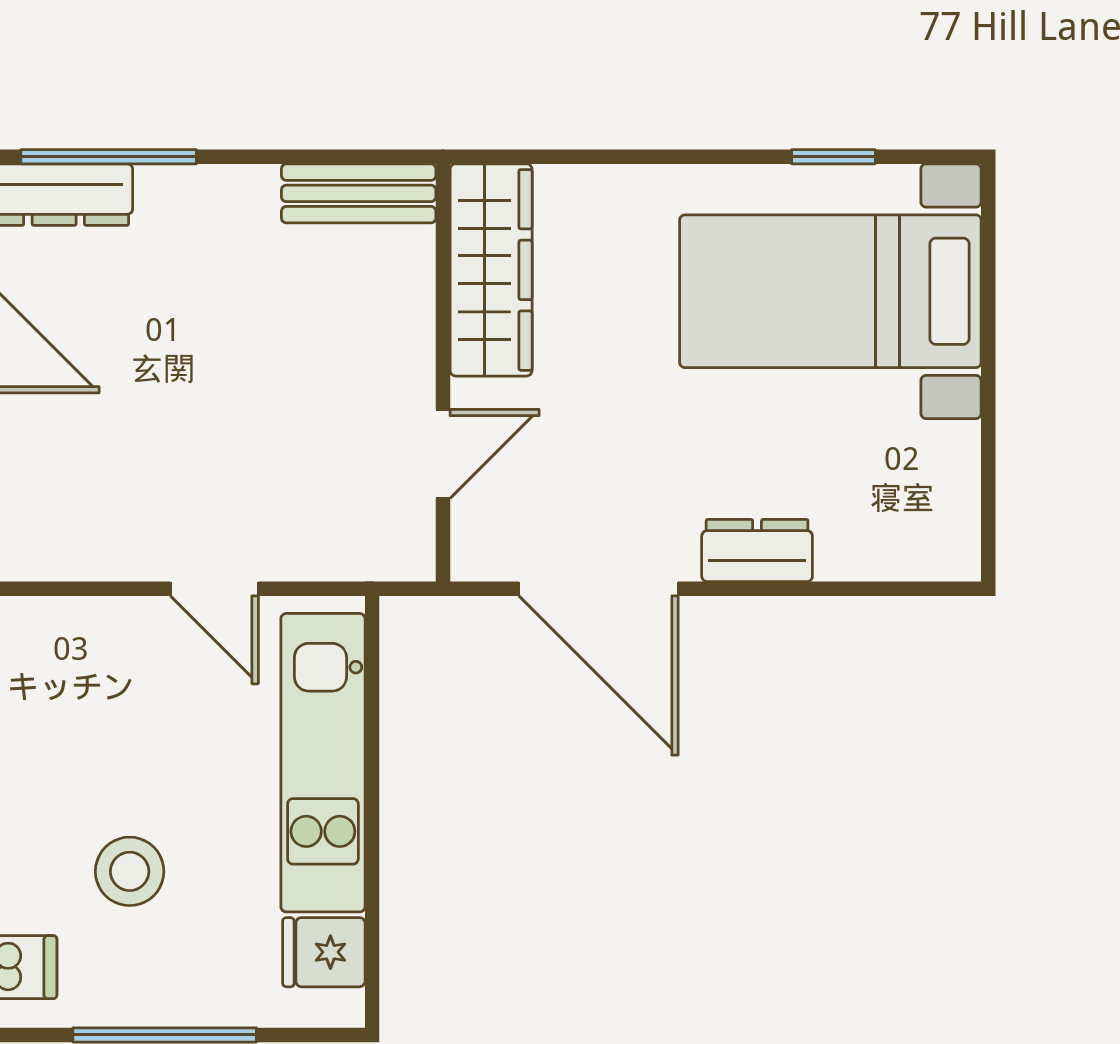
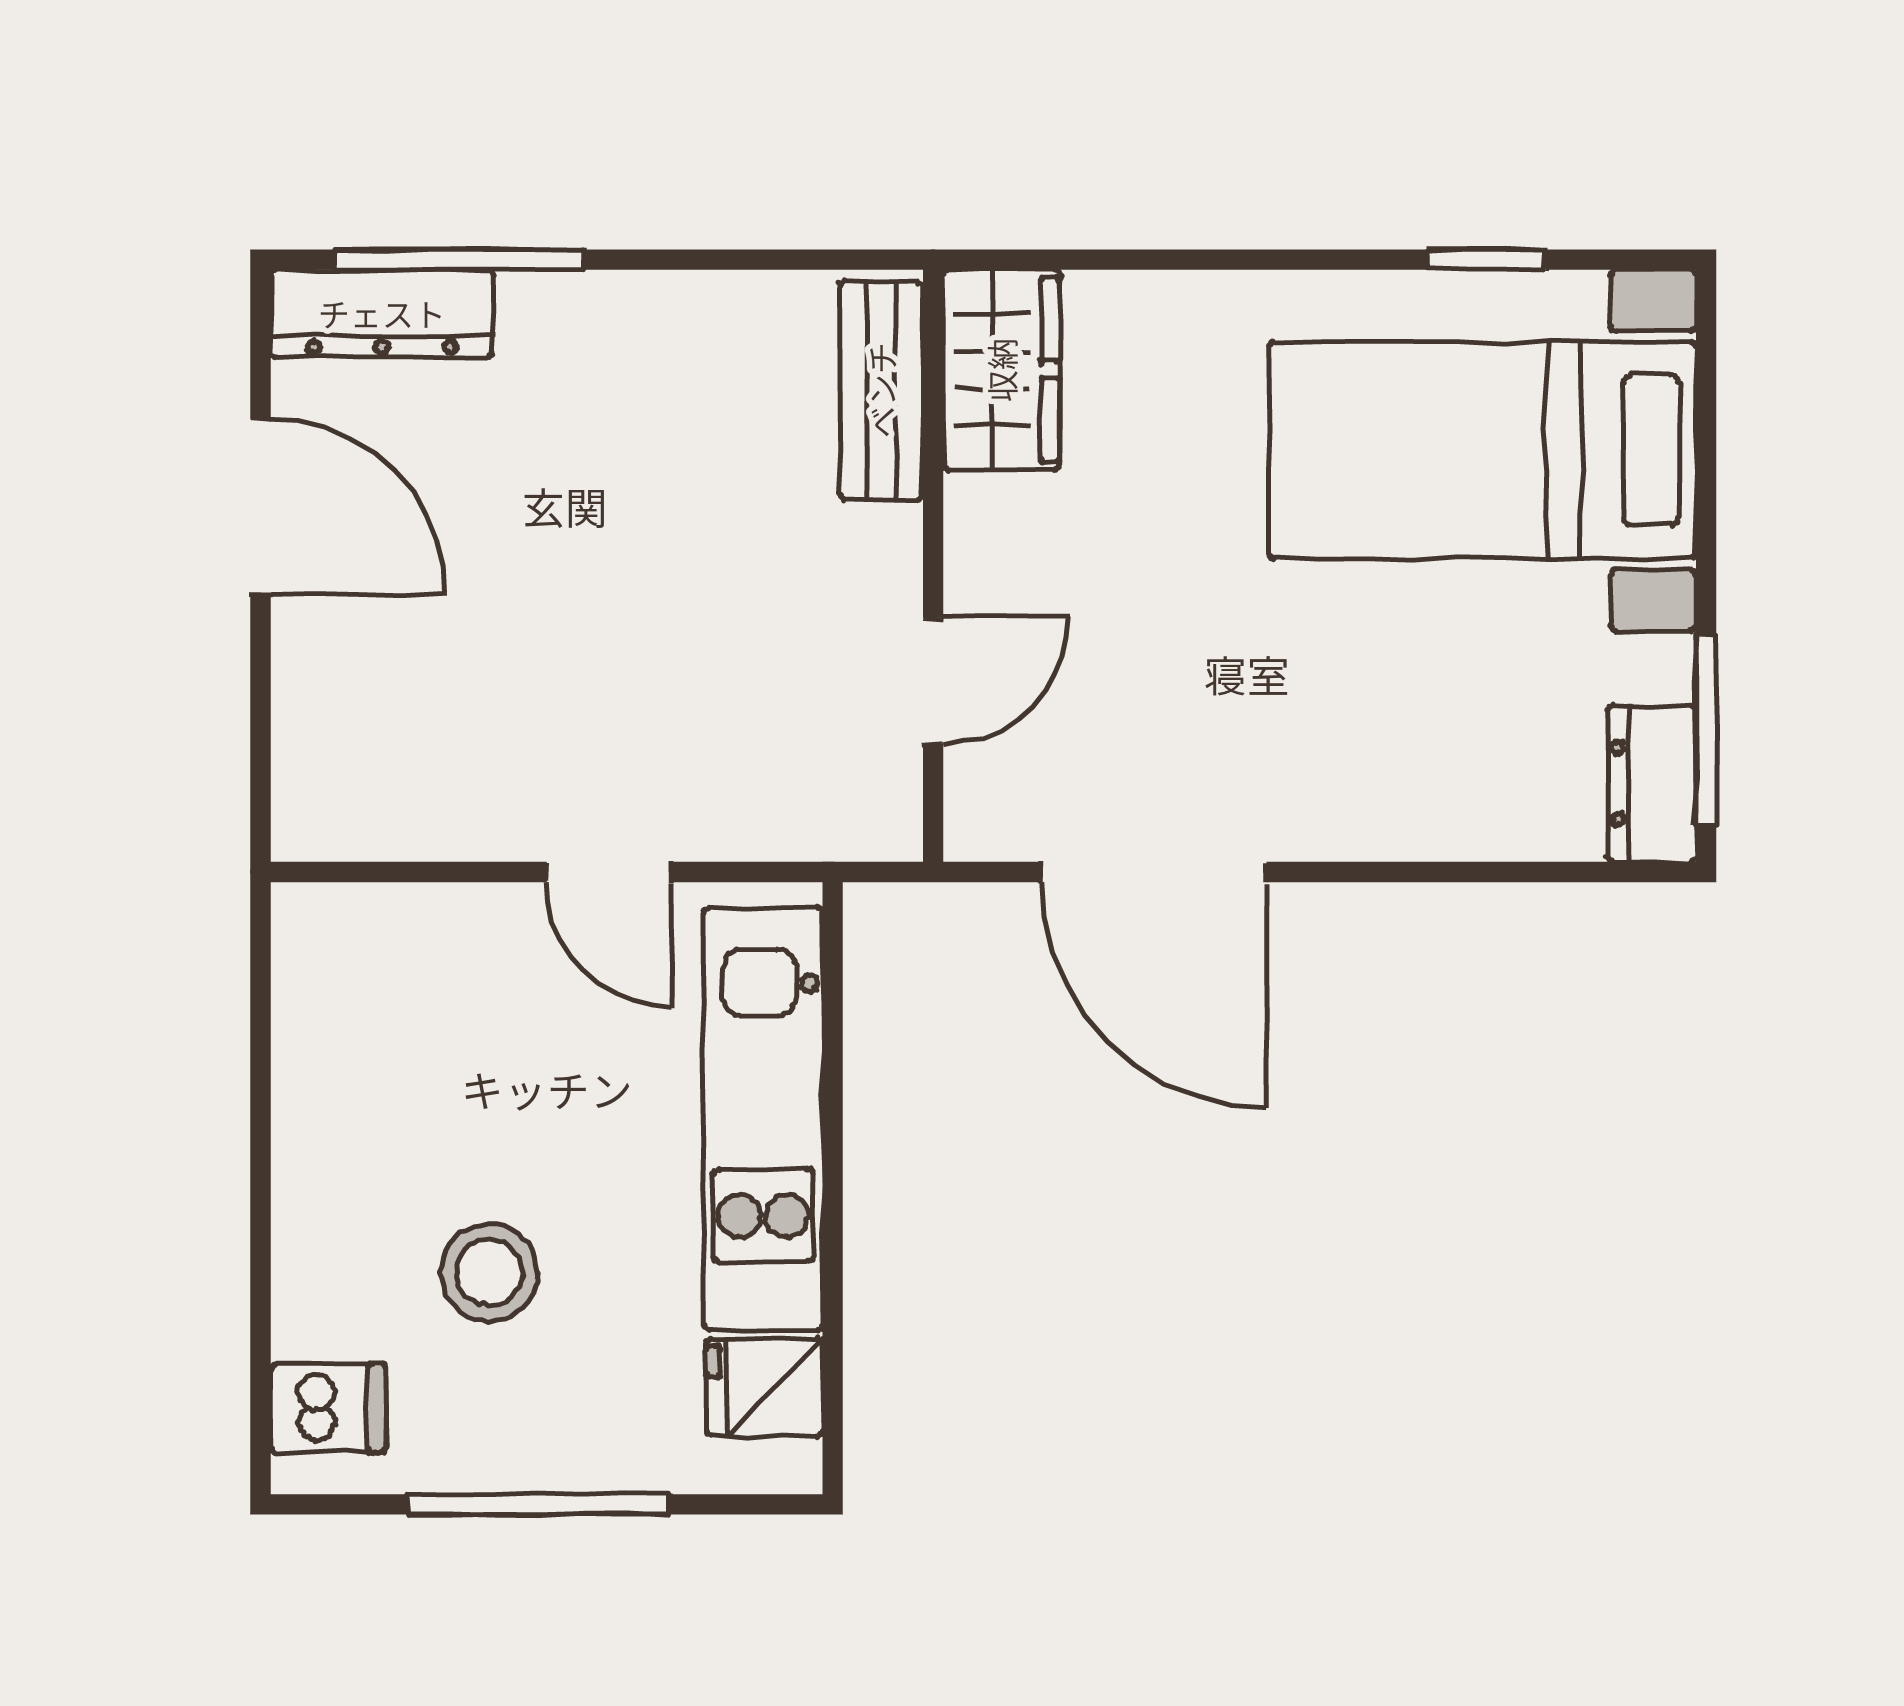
bench: (359, 193) -> (881, 390), moved, turned 90
wardrobe: (491, 270) -> (1001, 370), width x0.67
window: (988, 488) -> (1706, 730), added
dresser: (757, 551) -> (1652, 783), moved, turned -90

